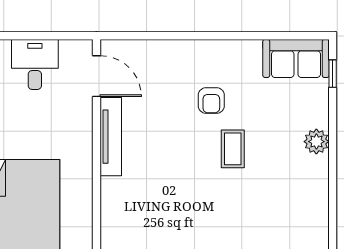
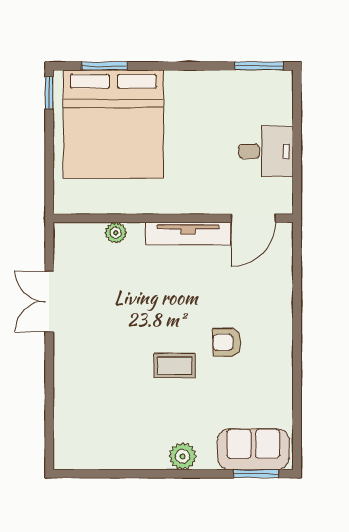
sofa: (296, 58) -> (253, 449), moved, turned 90
window: (333, 74) -> (256, 474), width x1.50
plant: (110, 203) -> (116, 233), added

